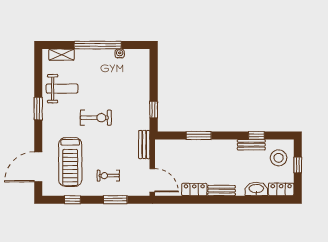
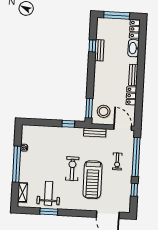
window: (38, 109) -> (49, 212), moved
window: (199, 135) -> (89, 108), moved
stool: (279, 158) -> (104, 111), moved
treadmill: (70, 162) -> (92, 180), moved, turned 90
window: (298, 165) -> (117, 15), width x2.17
door: (152, 180) -> (123, 128), hinge flipped
window: (115, 200) -> (136, 157), width x2.11

